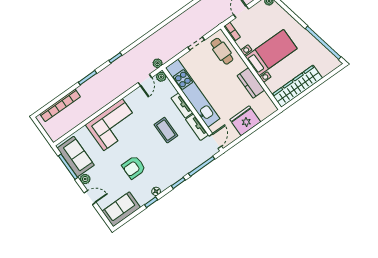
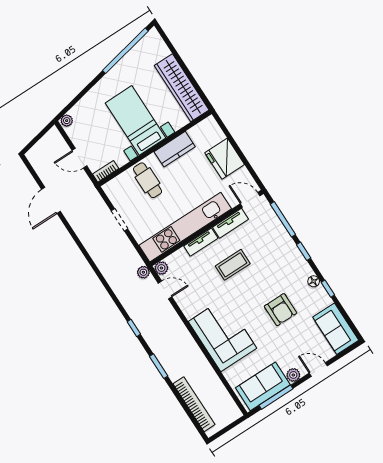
cafe table: (222, 51) -> (148, 180), moved, turned 90
door: (90, 198) -> (318, 370), hinge flipped

